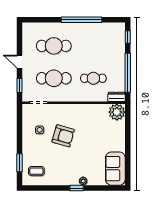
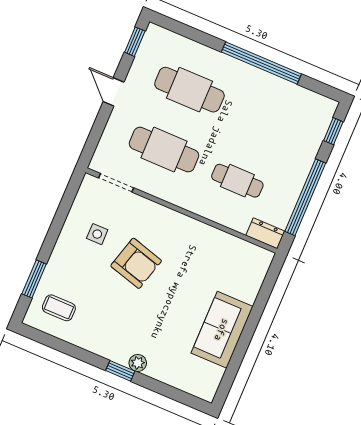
window: (19, 86) -> (135, 42), moved
plant: (117, 112) -> (254, 262), removed
sofa: (115, 169) -> (222, 330), moved

